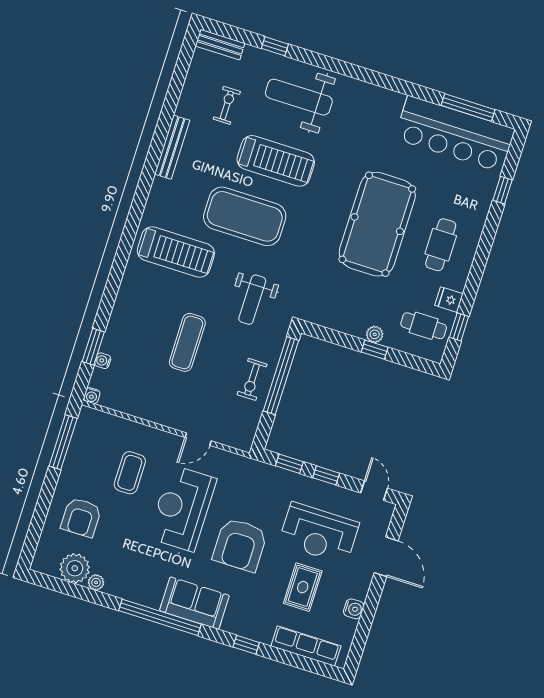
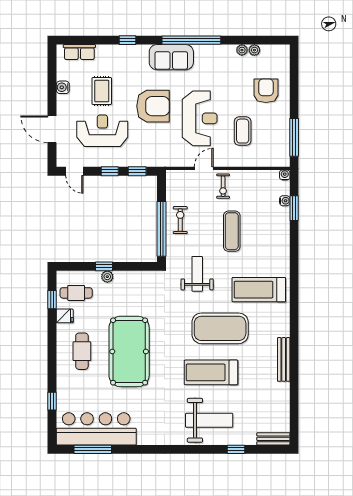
exercise bike: (227, 105) -> (223, 186), moved
armchair: (240, 545) -> (153, 106), turned 90
plant: (75, 568) -> (254, 50), width x0.53, depth x0.53
row of seats: (306, 646) -> (79, 52), width x0.68

